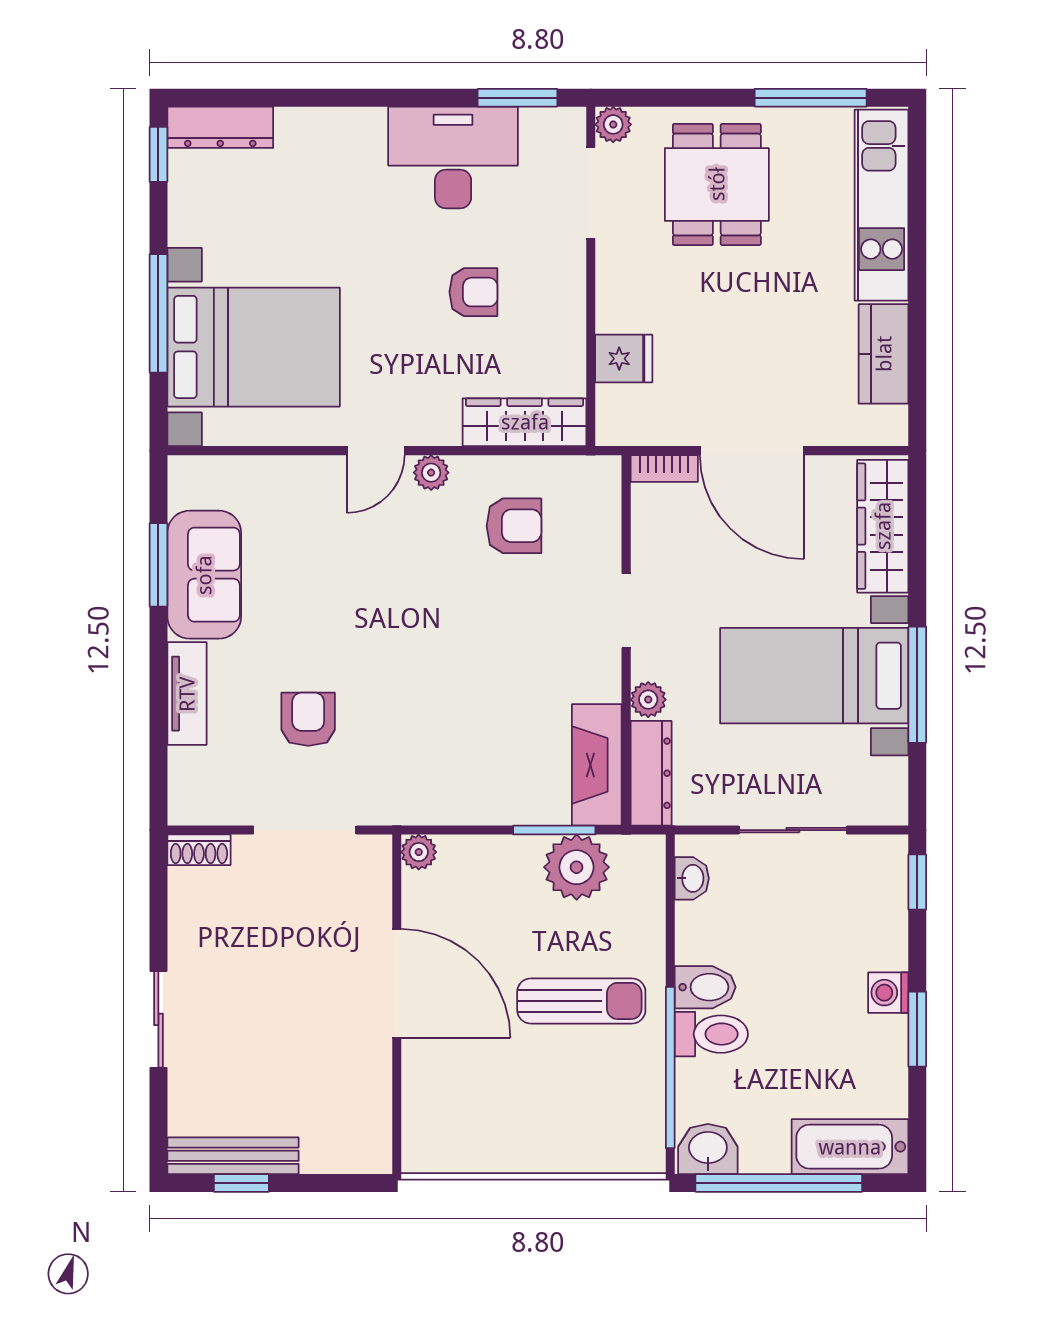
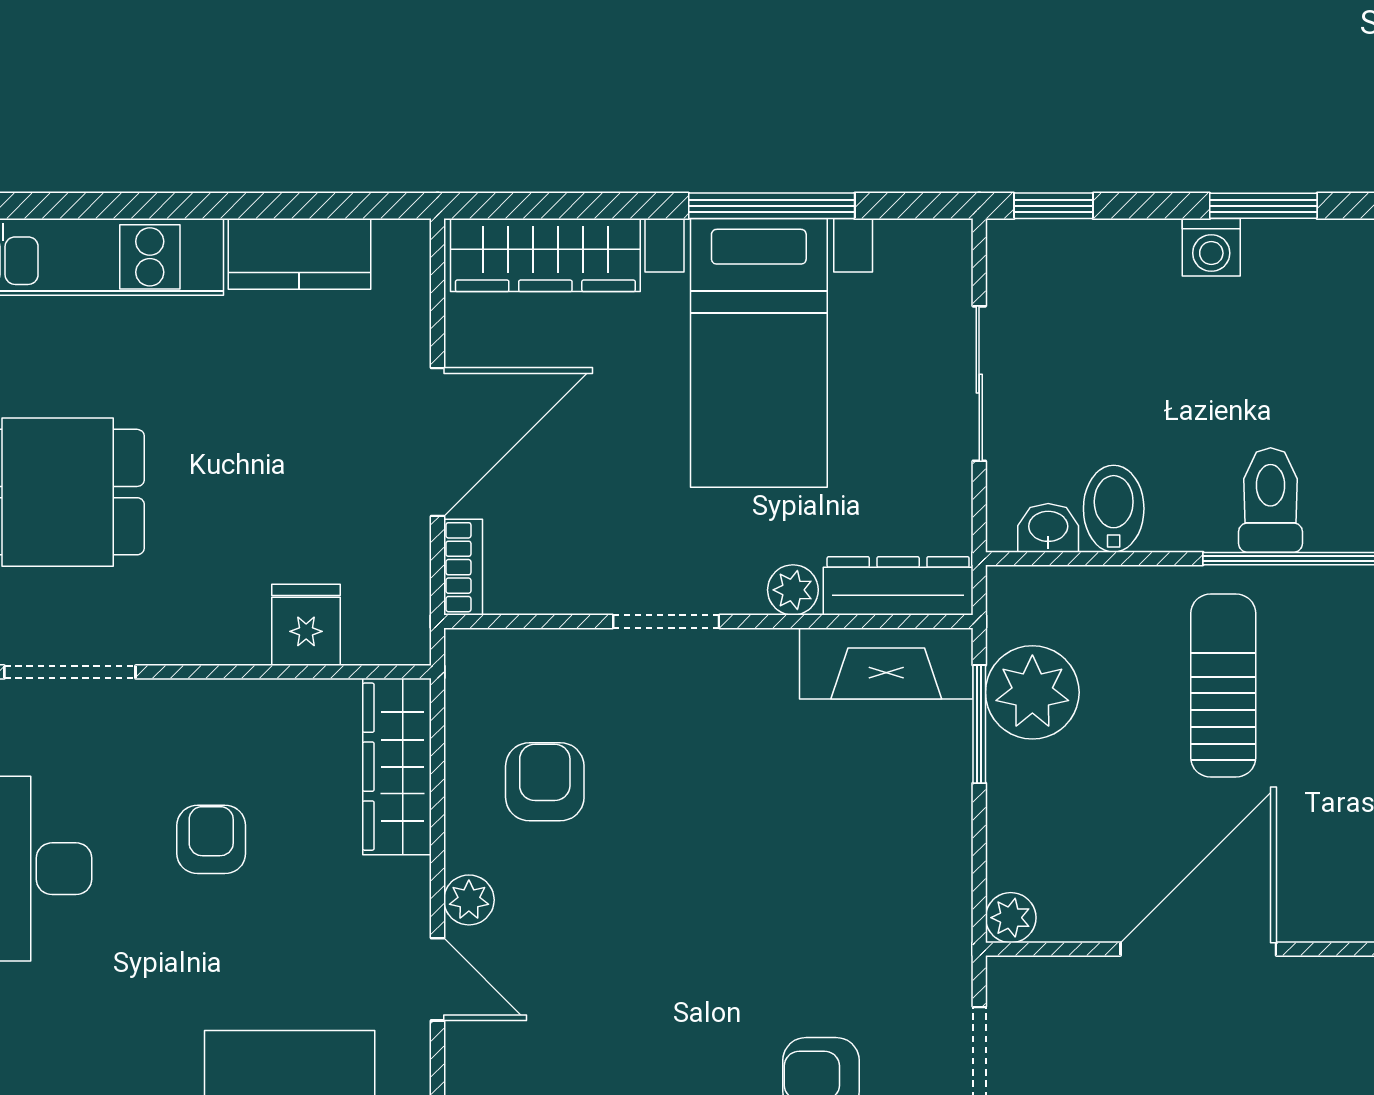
bidet: (705, 987) -> (1114, 509), moved

